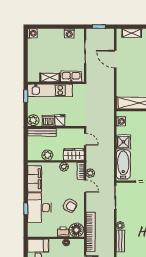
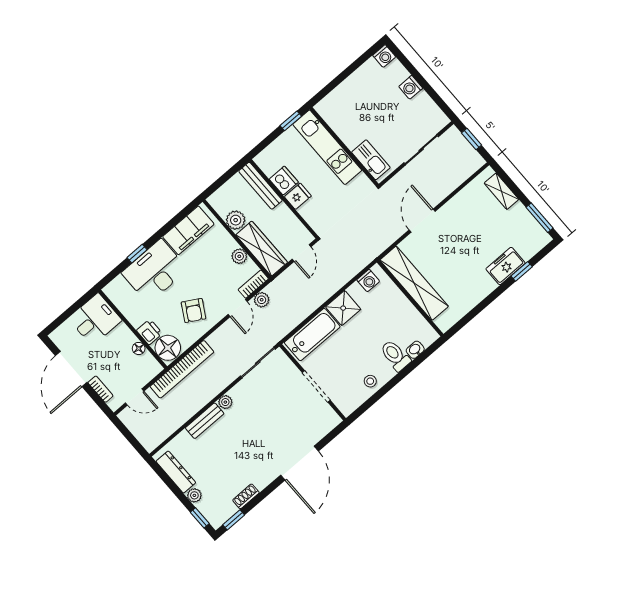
washing machine: (69, 33) -> (411, 87), moved
door: (115, 59) -> (422, 221), moved
shelving: (50, 77) -> (345, 132), removed
plant: (33, 120) -> (267, 160), removed
wardrobe: (74, 155) -> (262, 249), width x1.50

